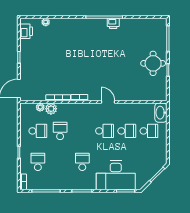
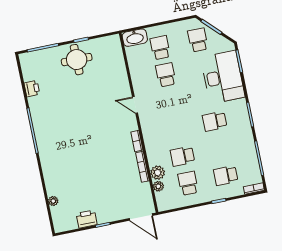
printer: (113, 23) -> (32, 89), moved
printer: (26, 31) -> (87, 219), moved
door: (108, 102) -> (135, 105), hinge flipped
school desk: (105, 131) -> (198, 40), moved

